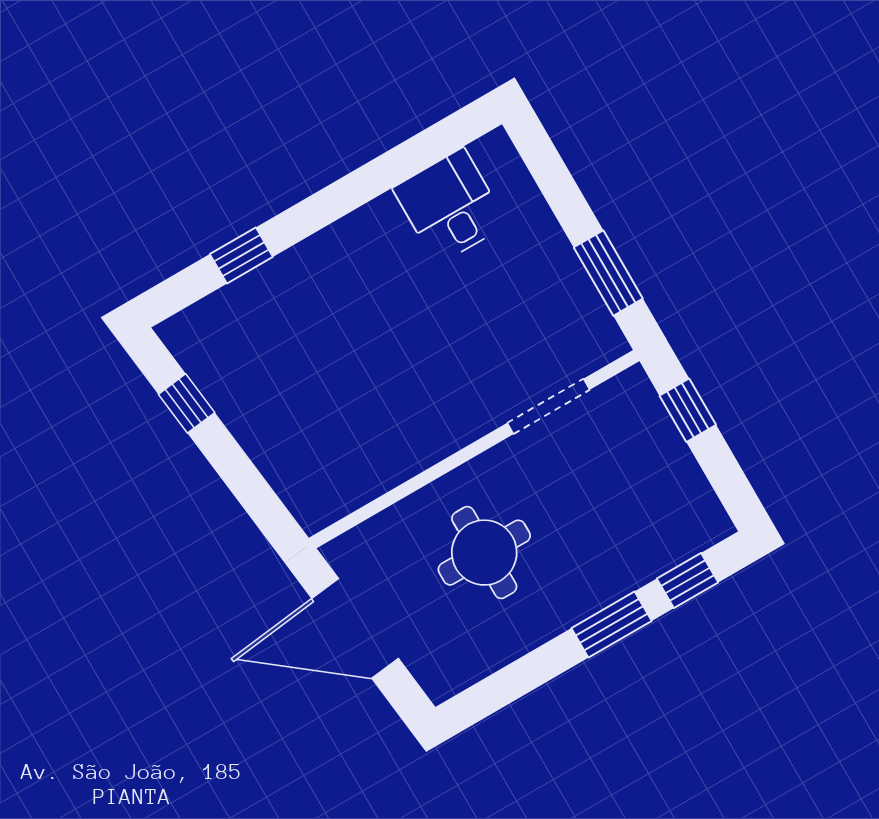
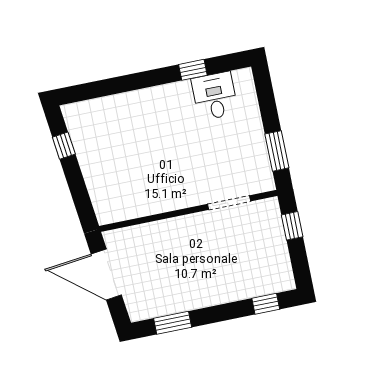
window: (241, 256) -> (193, 70), moved
round table: (484, 553) -> (177, 260), removed
window: (612, 625) -> (173, 323), moved

